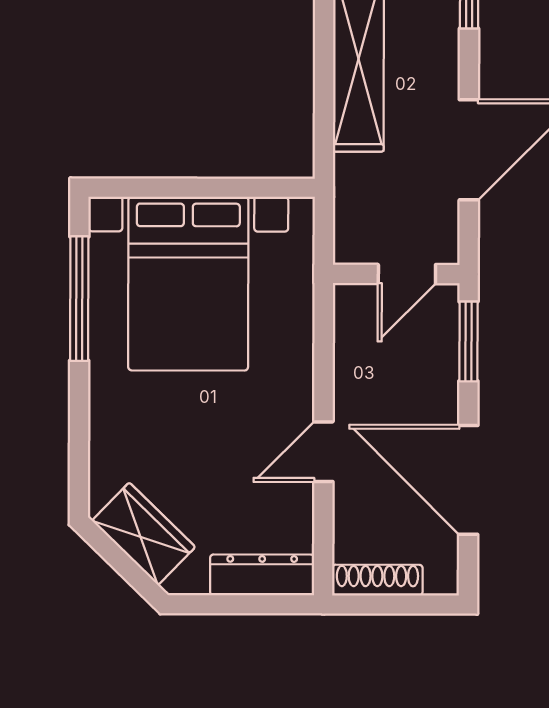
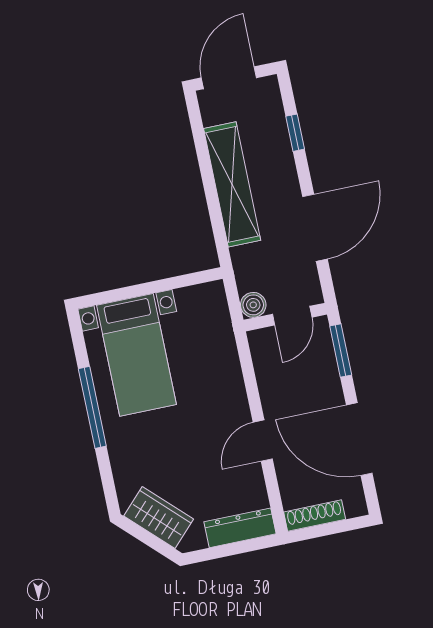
boiler: (352, 246) -> (253, 305), added
bed with nightstands: (188, 284) -> (136, 355), width x0.73
window: (79, 299) -> (92, 407), moved

